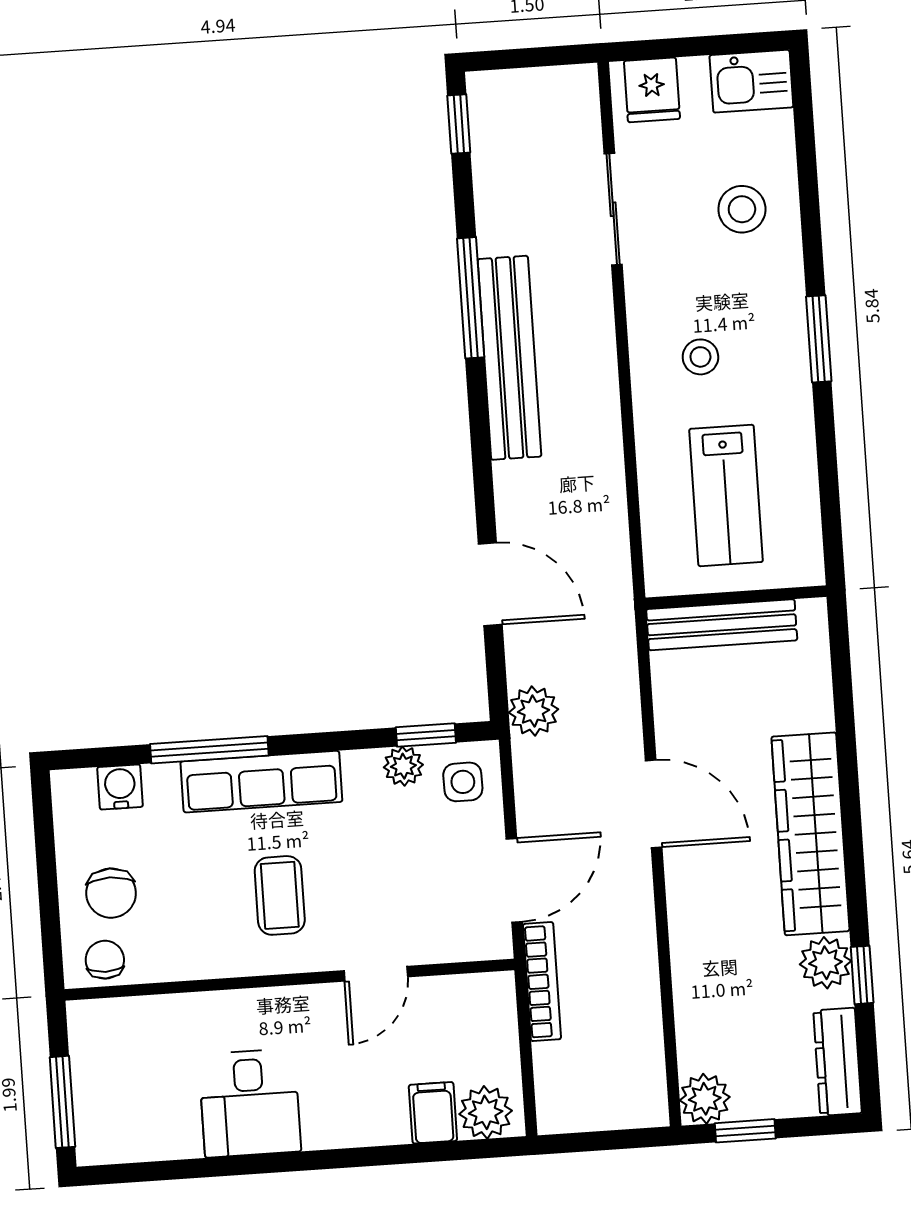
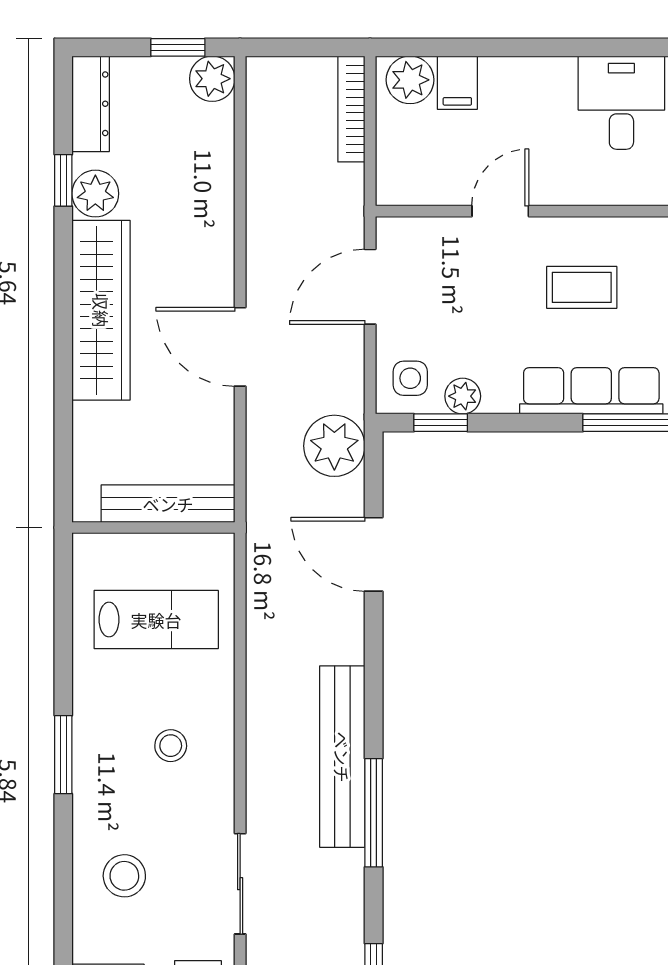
lab bench: (726, 495) -> (156, 620), turned 90
plant: (533, 711) -> (334, 446), width x1.36, depth x1.36
coffee table: (280, 895) -> (582, 287), turned 90
bookcase: (542, 982) -> (351, 109), moved

